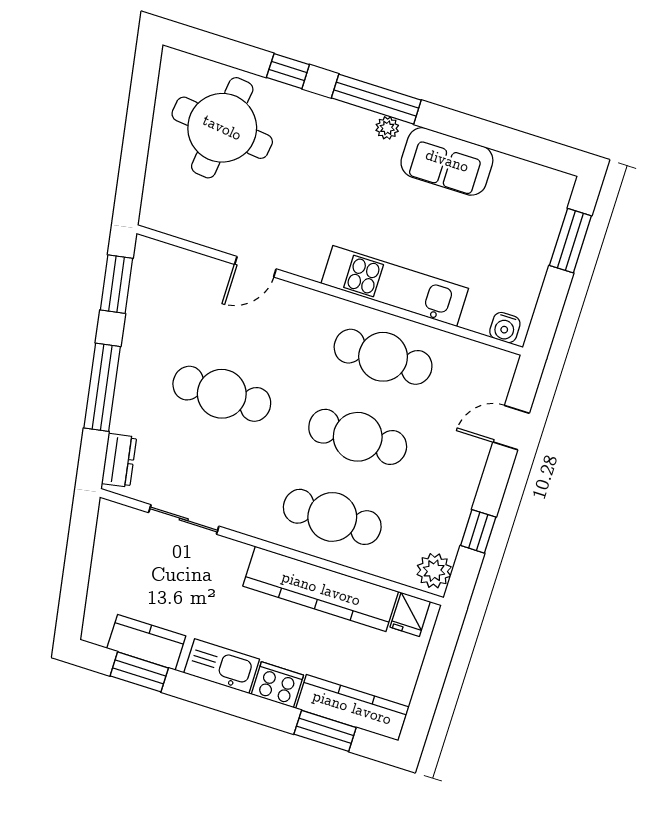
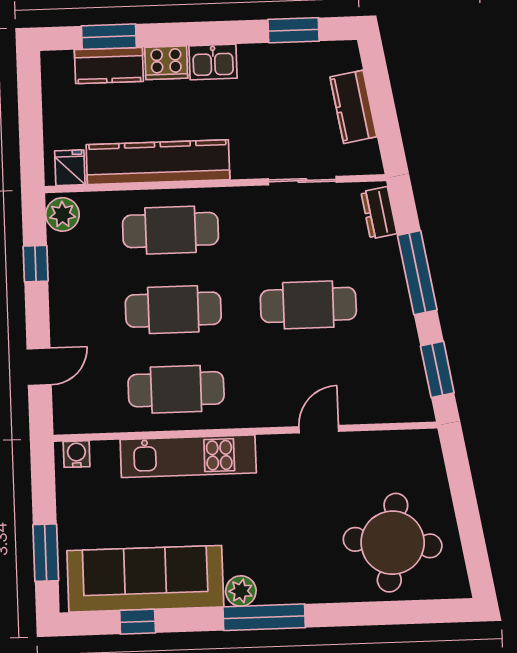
window: (288, 71) -> (138, 622), moved
plant: (387, 128) -> (241, 591), width x1.38, depth x1.38
sofa: (447, 161) -> (145, 579), width x1.85, depth x1.27
kitchen counter: (146, 642) -> (353, 107), moved, turned 80
kitchen sink: (222, 666) -> (213, 62), width x0.73
kitchen counter: (352, 708) -> (109, 66), width x0.67

